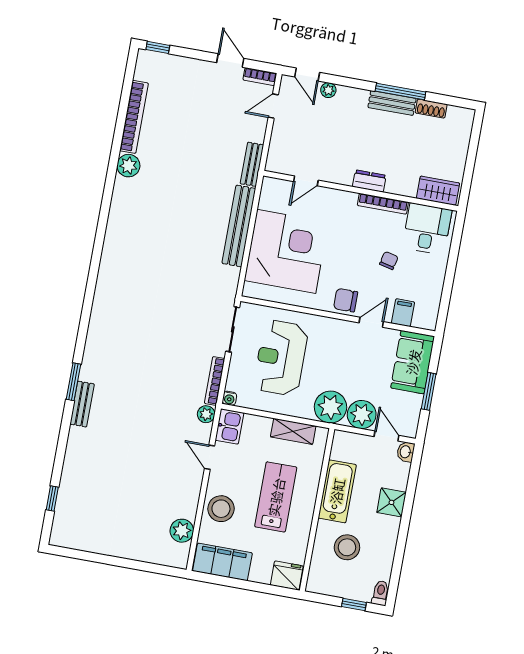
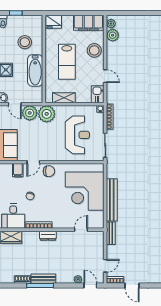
plant: (206, 414) -> (111, 24), moved

